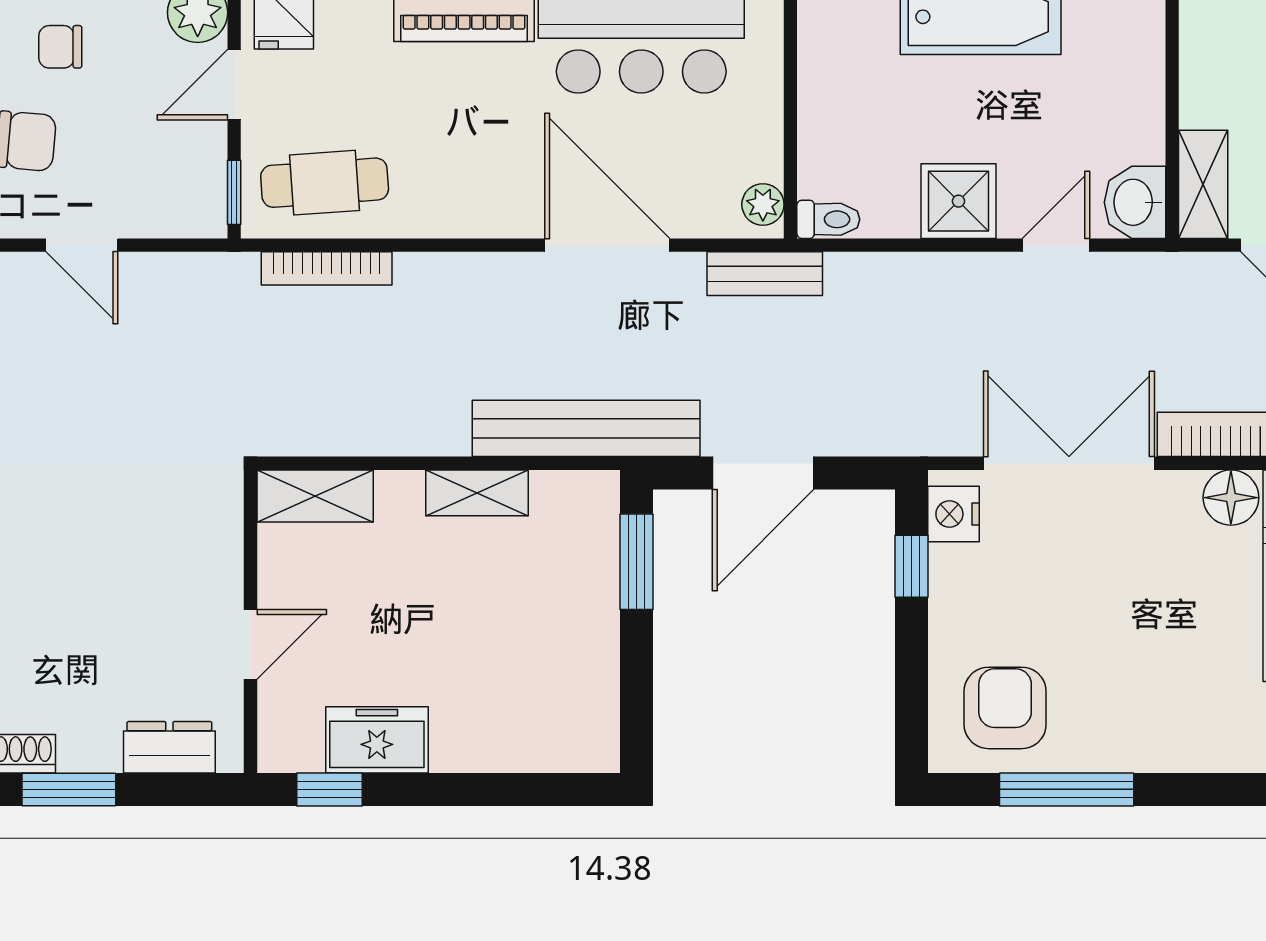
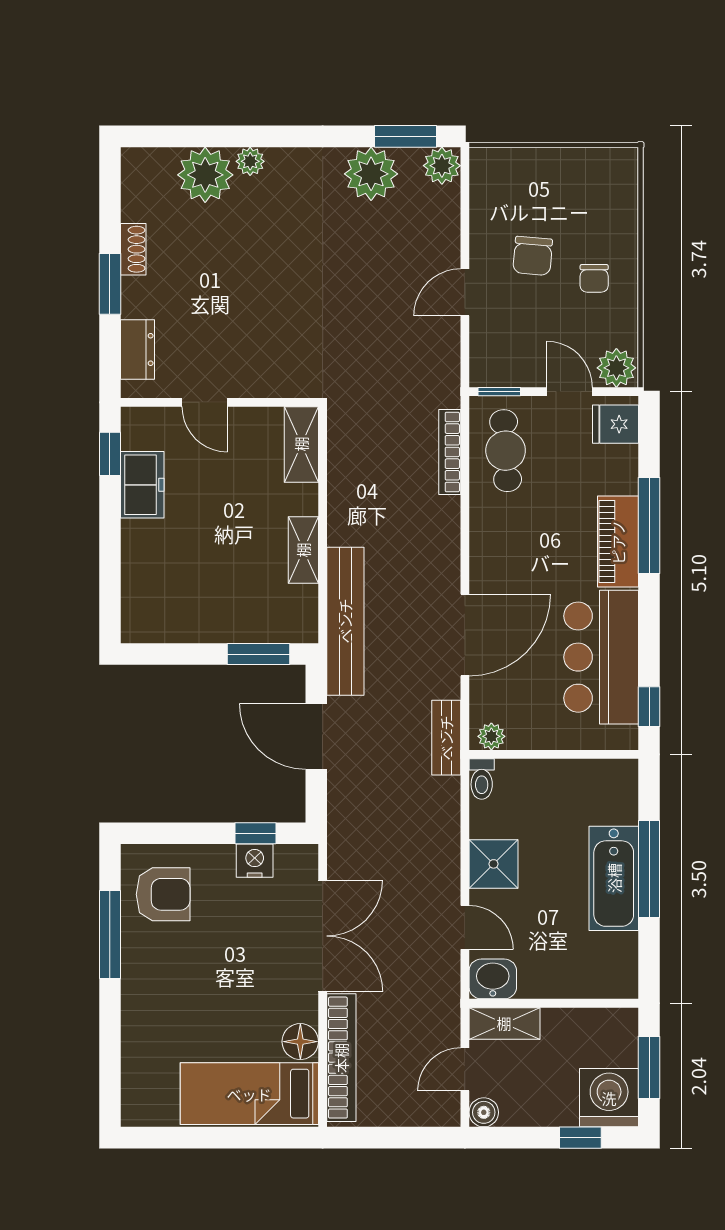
chair: (60, 47) -> (594, 278), turned 180
nightstand: (954, 514) -> (255, 861), moved

